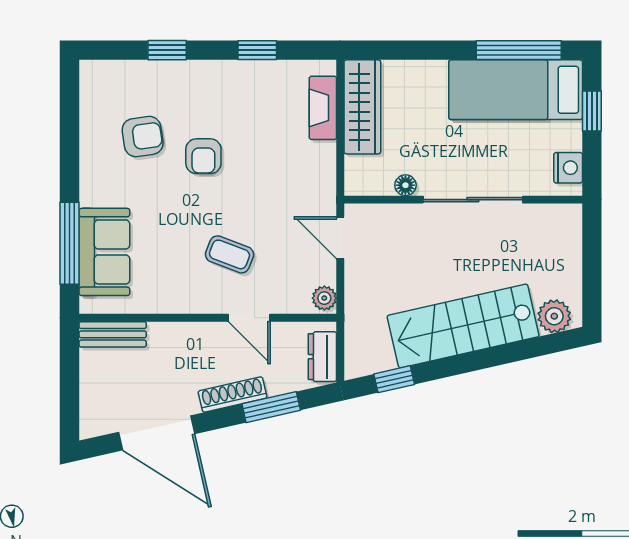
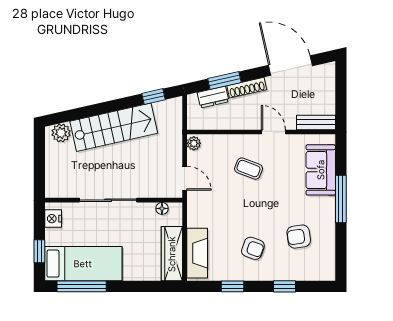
fireplace: (323, 108) -> (197, 253), width x1.37, depth x1.32
armchair: (203, 156) -> (253, 248), moved, turned 110
floor lamp: (405, 185) -> (162, 208), moved
window: (70, 243) -> (341, 199), moved
door: (249, 318) -> (273, 132), moved
dresser: (322, 357) -> (213, 97), moved, turned 77

